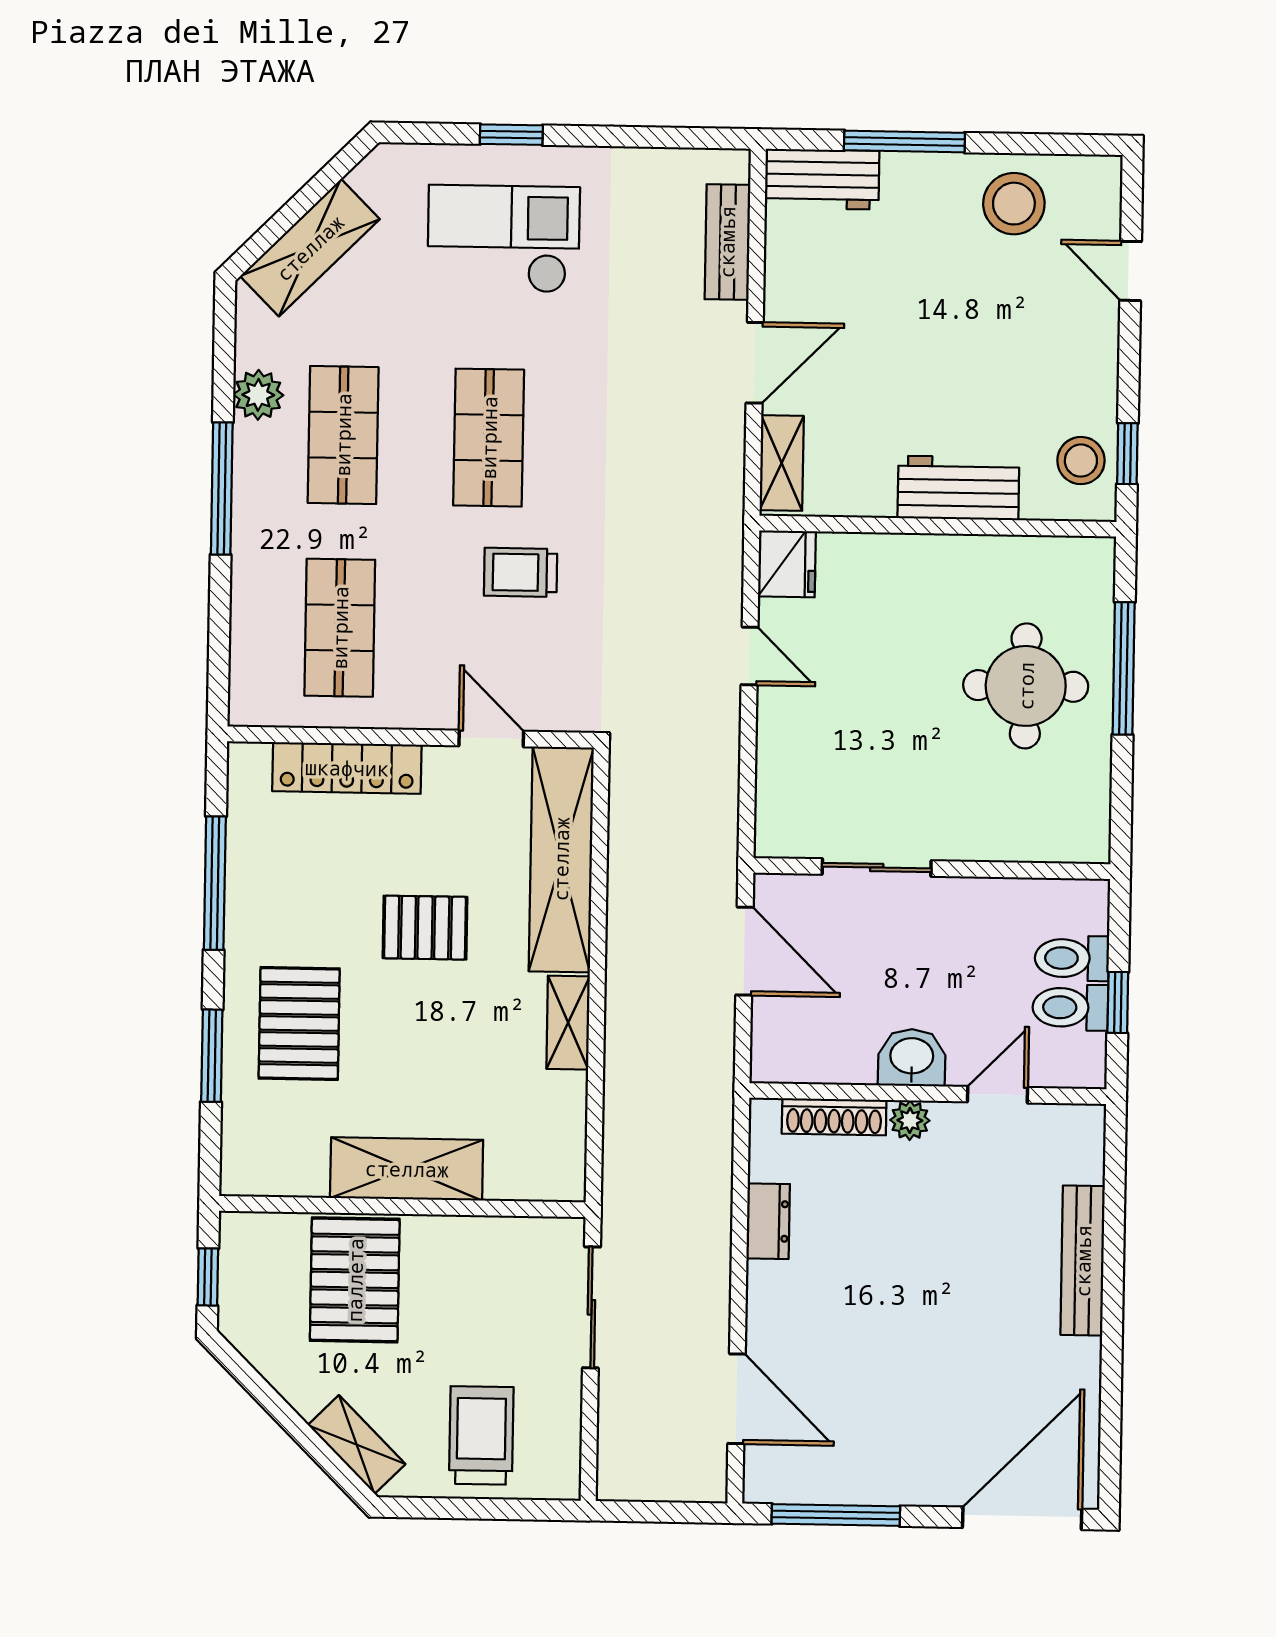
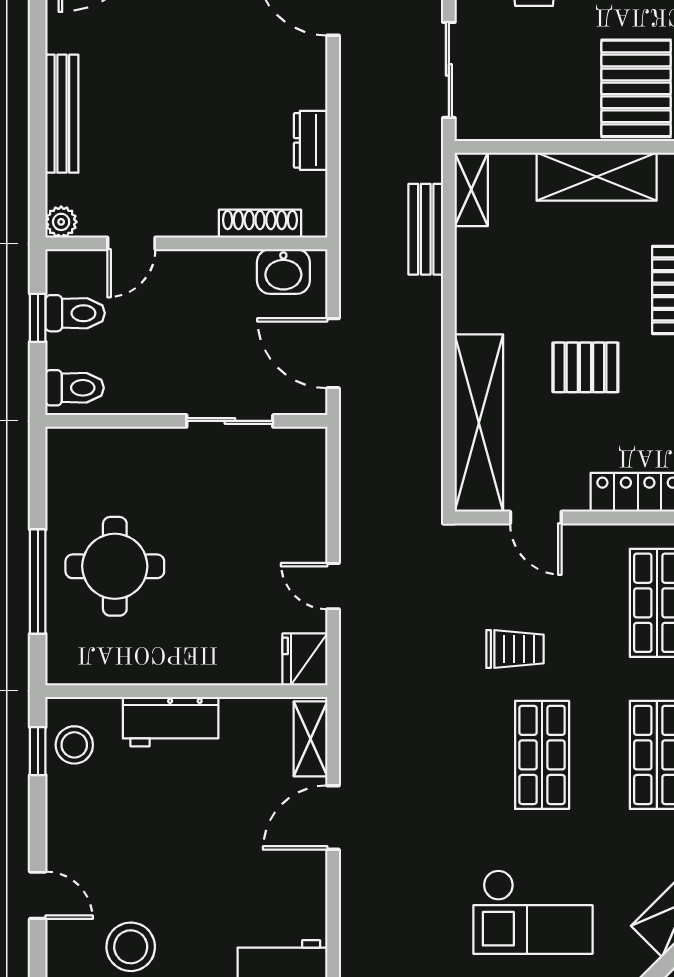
bench: (727, 242) -> (426, 229), moved
toilet: (1072, 958) -> (75, 388), moved
shelving: (568, 1023) -> (471, 189), moved
washbasin: (912, 1057) -> (283, 272), moved
plant: (910, 1120) -> (61, 222), moved

